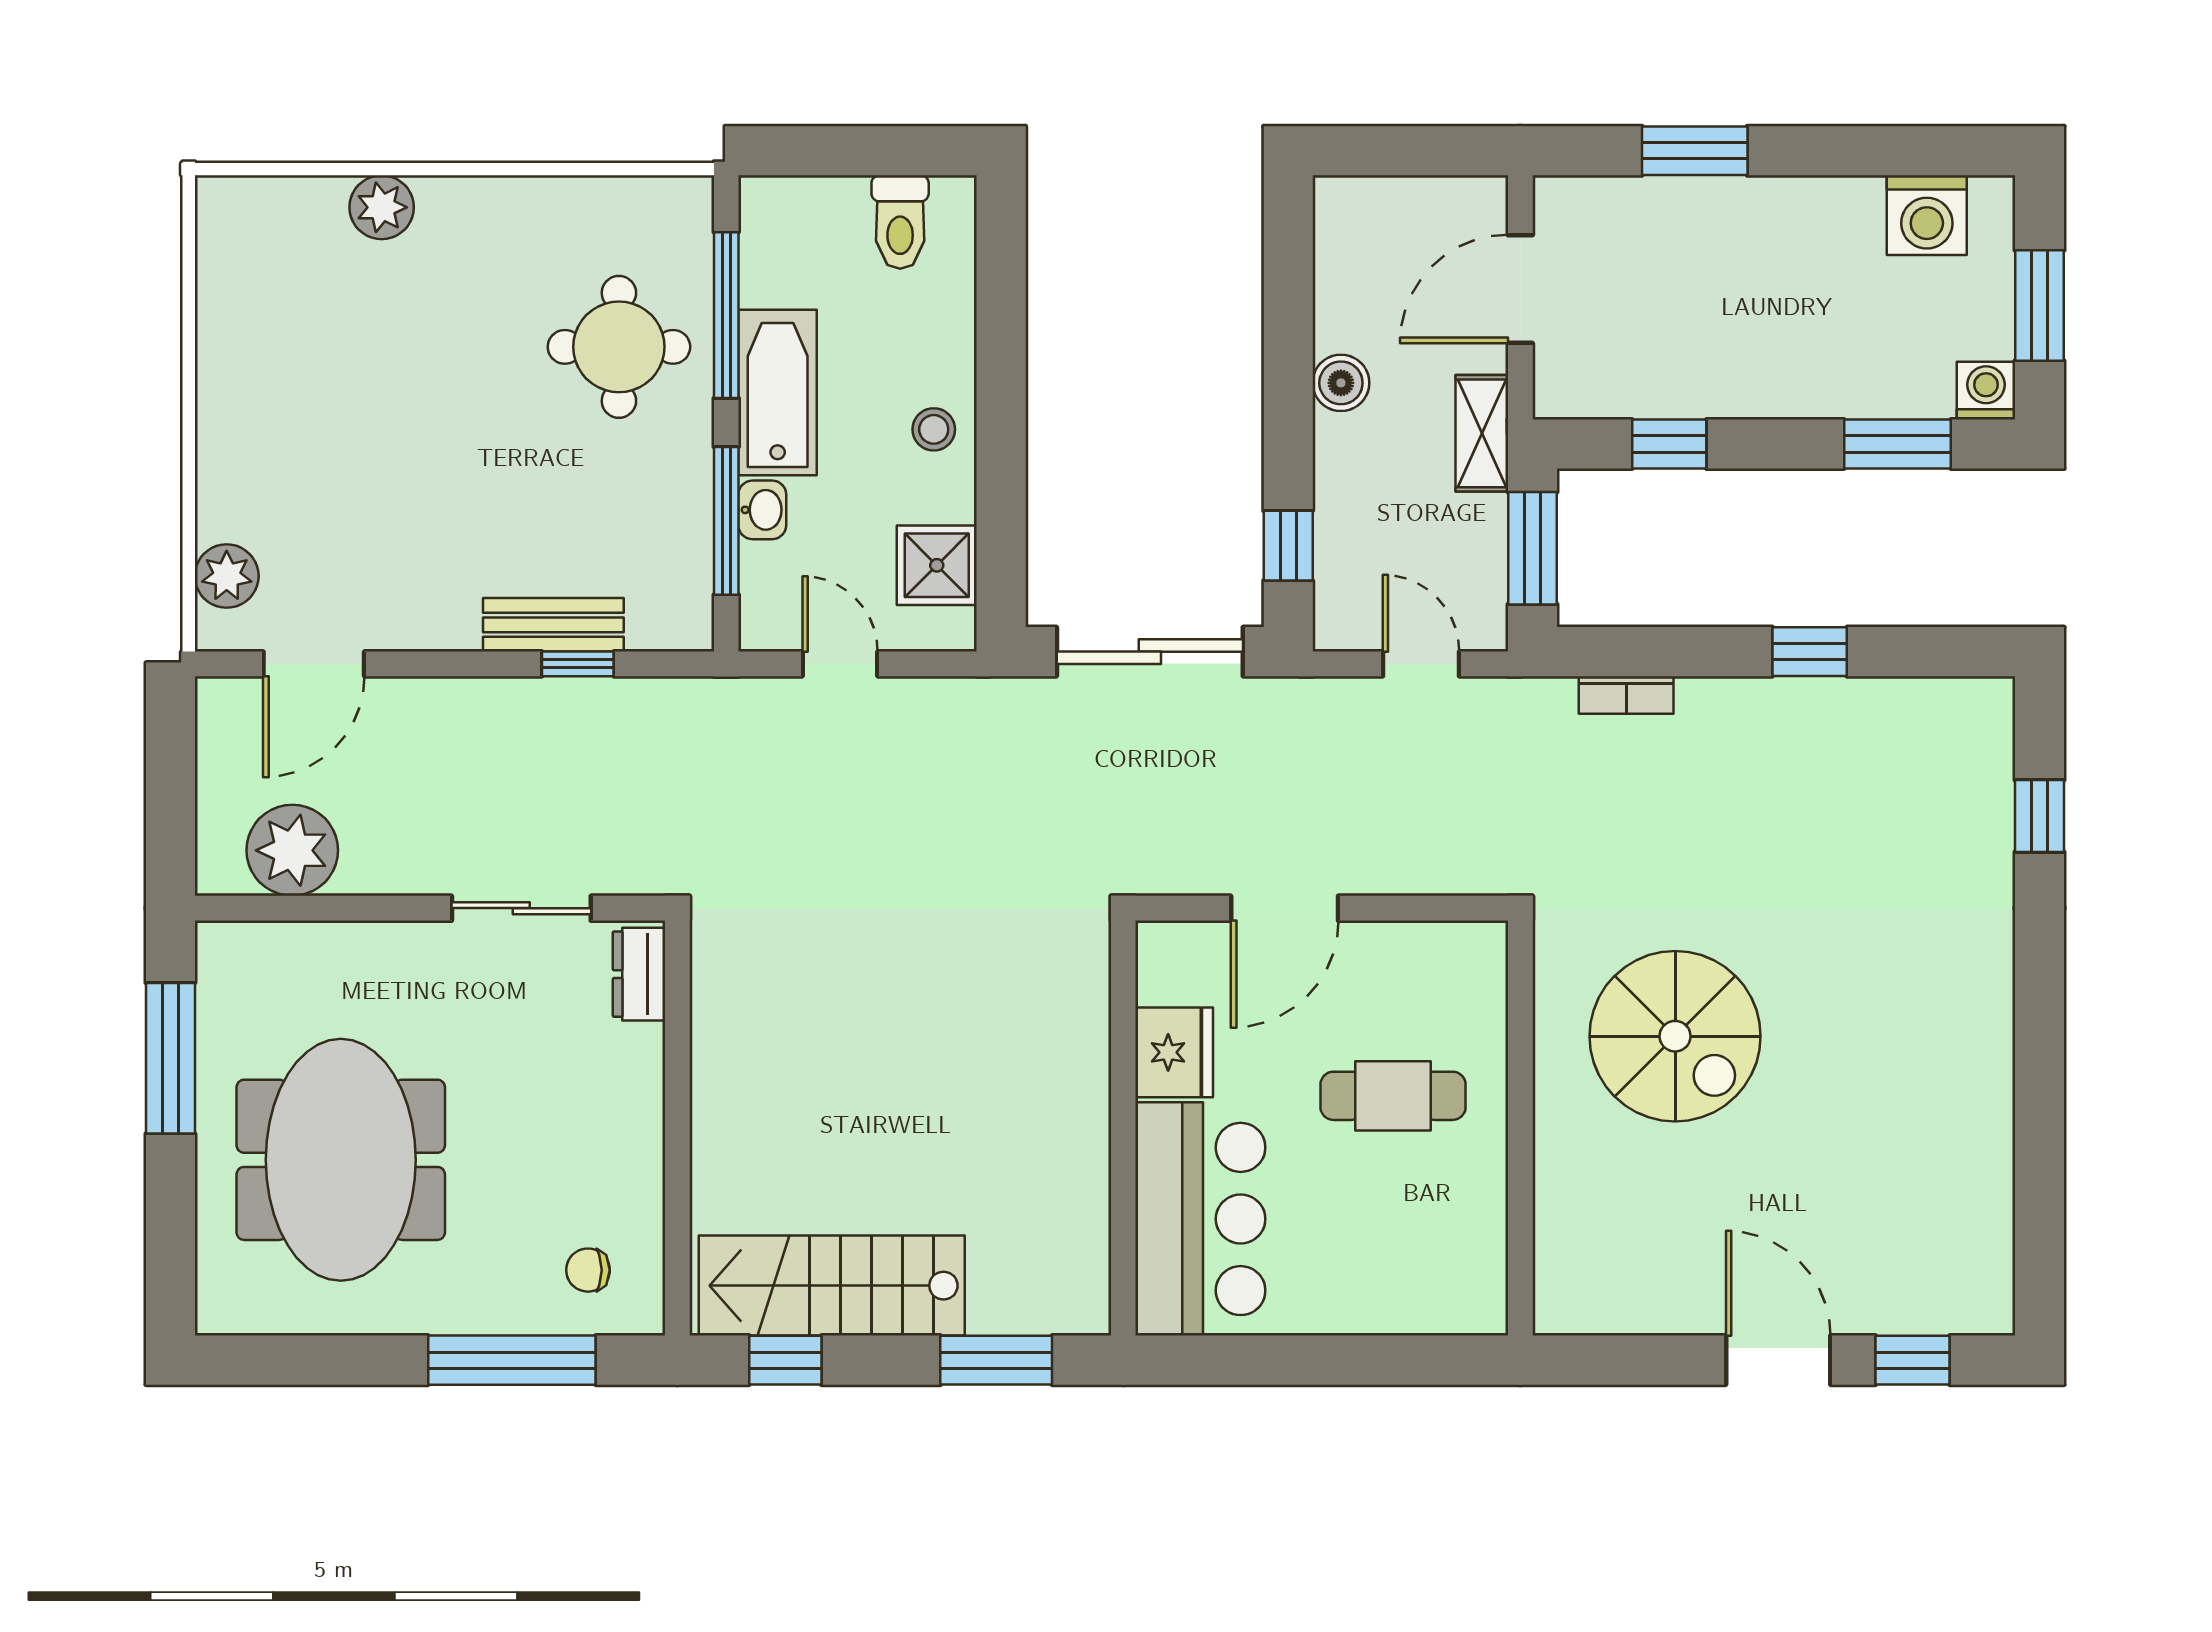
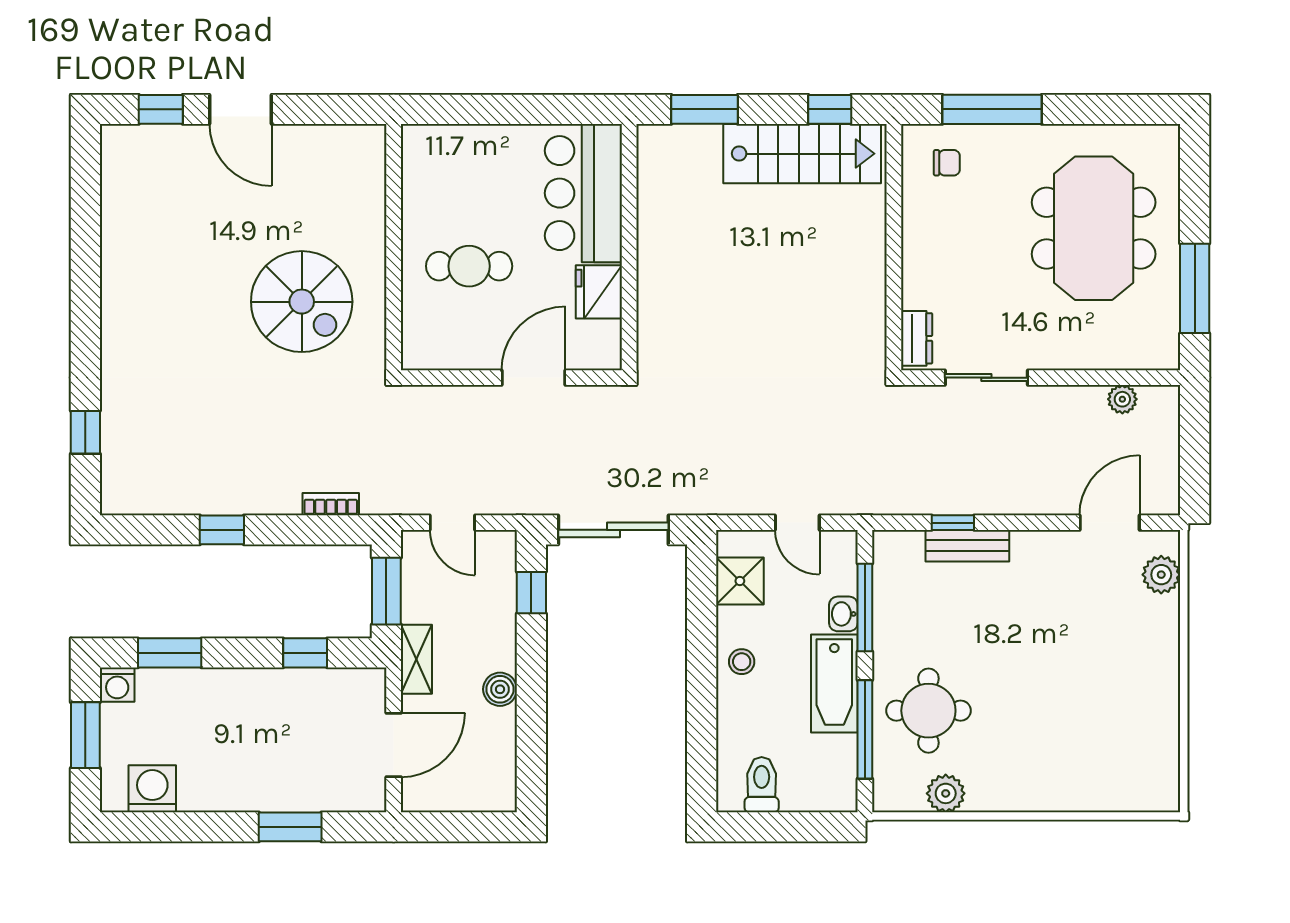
plant: (382, 207) -> (946, 793), moved
plant: (292, 850) -> (1122, 399), width x0.53, depth x0.53
spiral stairs: (1675, 1036) -> (302, 302), turned 180

